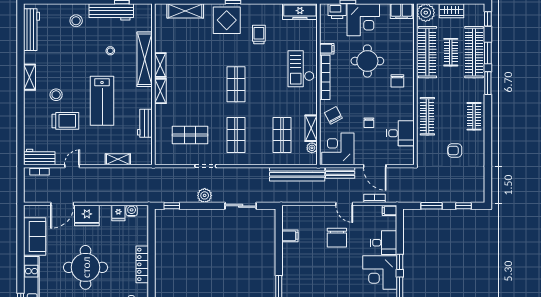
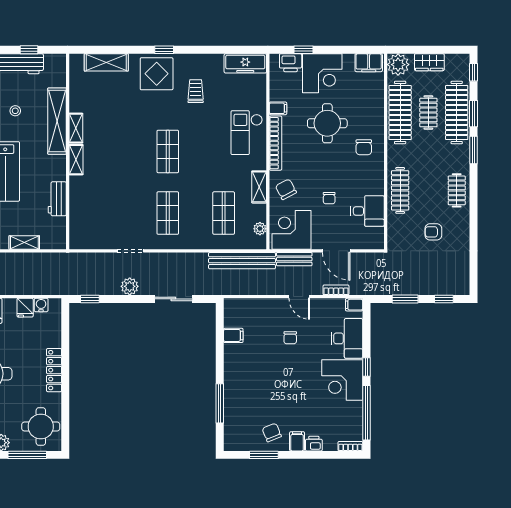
shelving: (311, 128) -> (259, 187), moved
shop shelf: (190, 135) -> (112, 213), removed
chair: (337, 238) -> (290, 338), width x0.54, depth x0.54
desk: (384, 243) -> (347, 338), width x1.37

